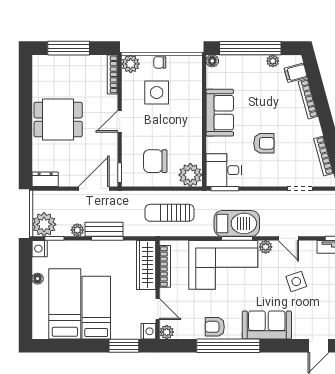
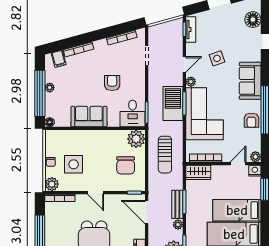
plant: (273, 61) -> (50, 88), moved
wardrobe: (146, 265) -> (198, 172), width x0.67

